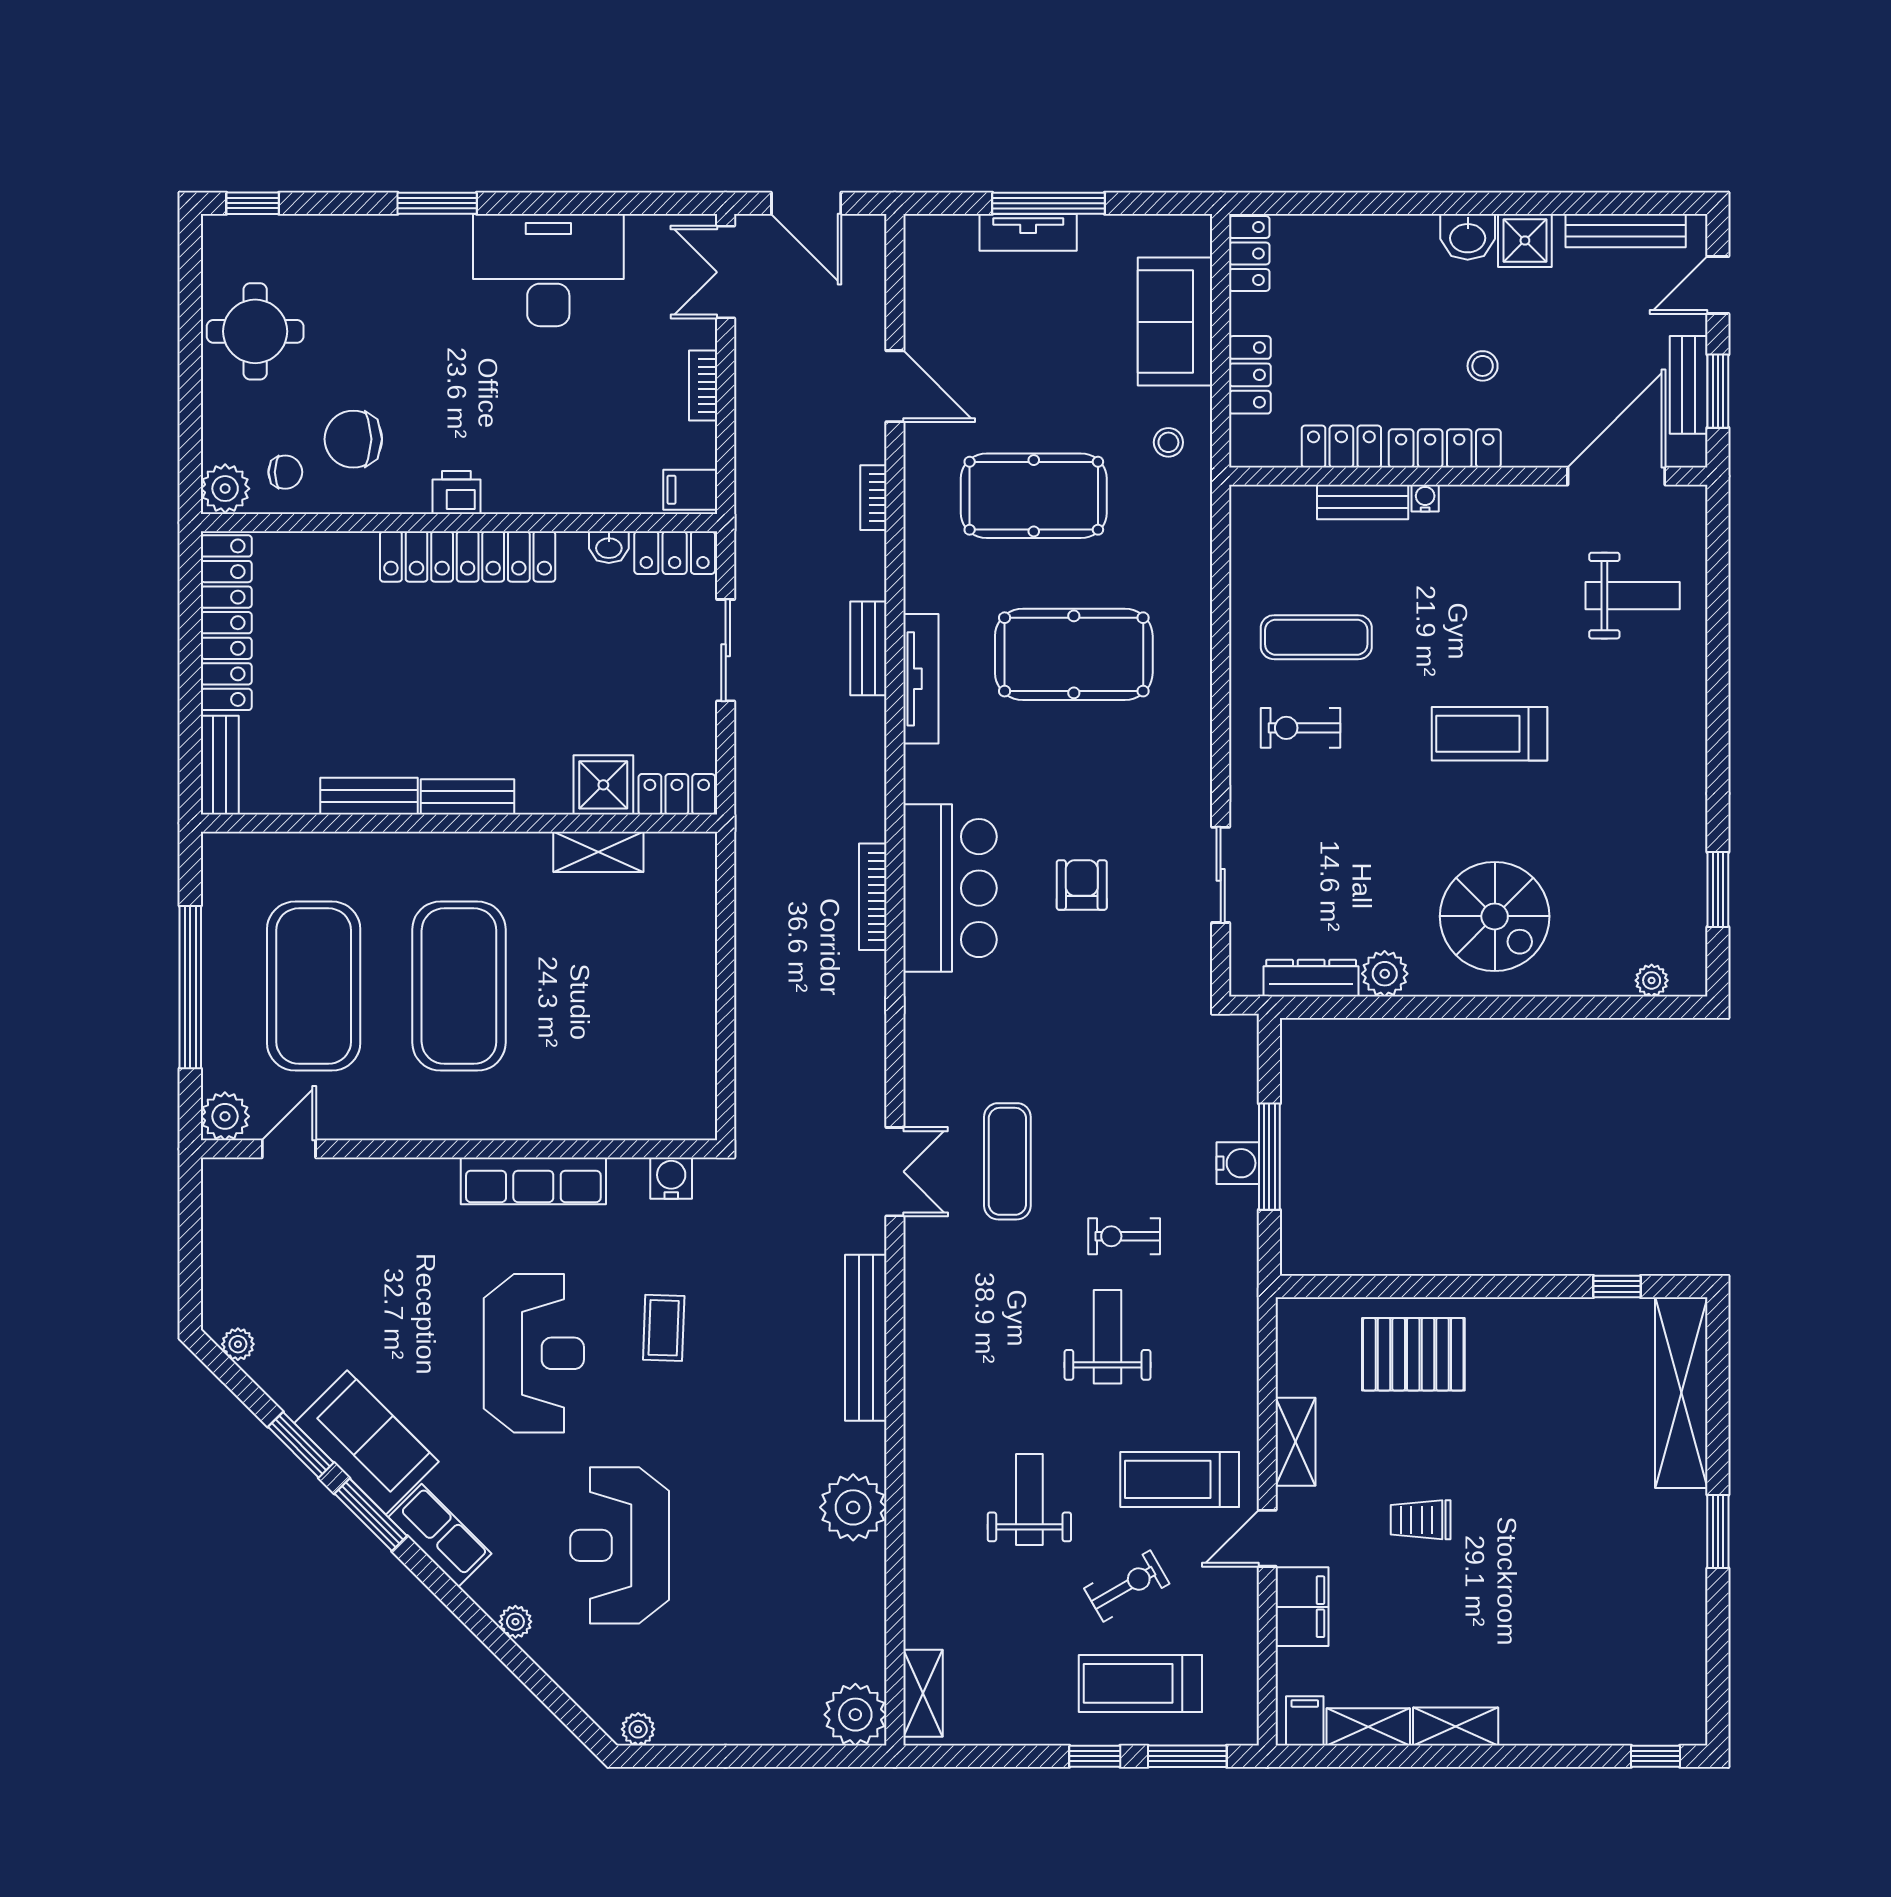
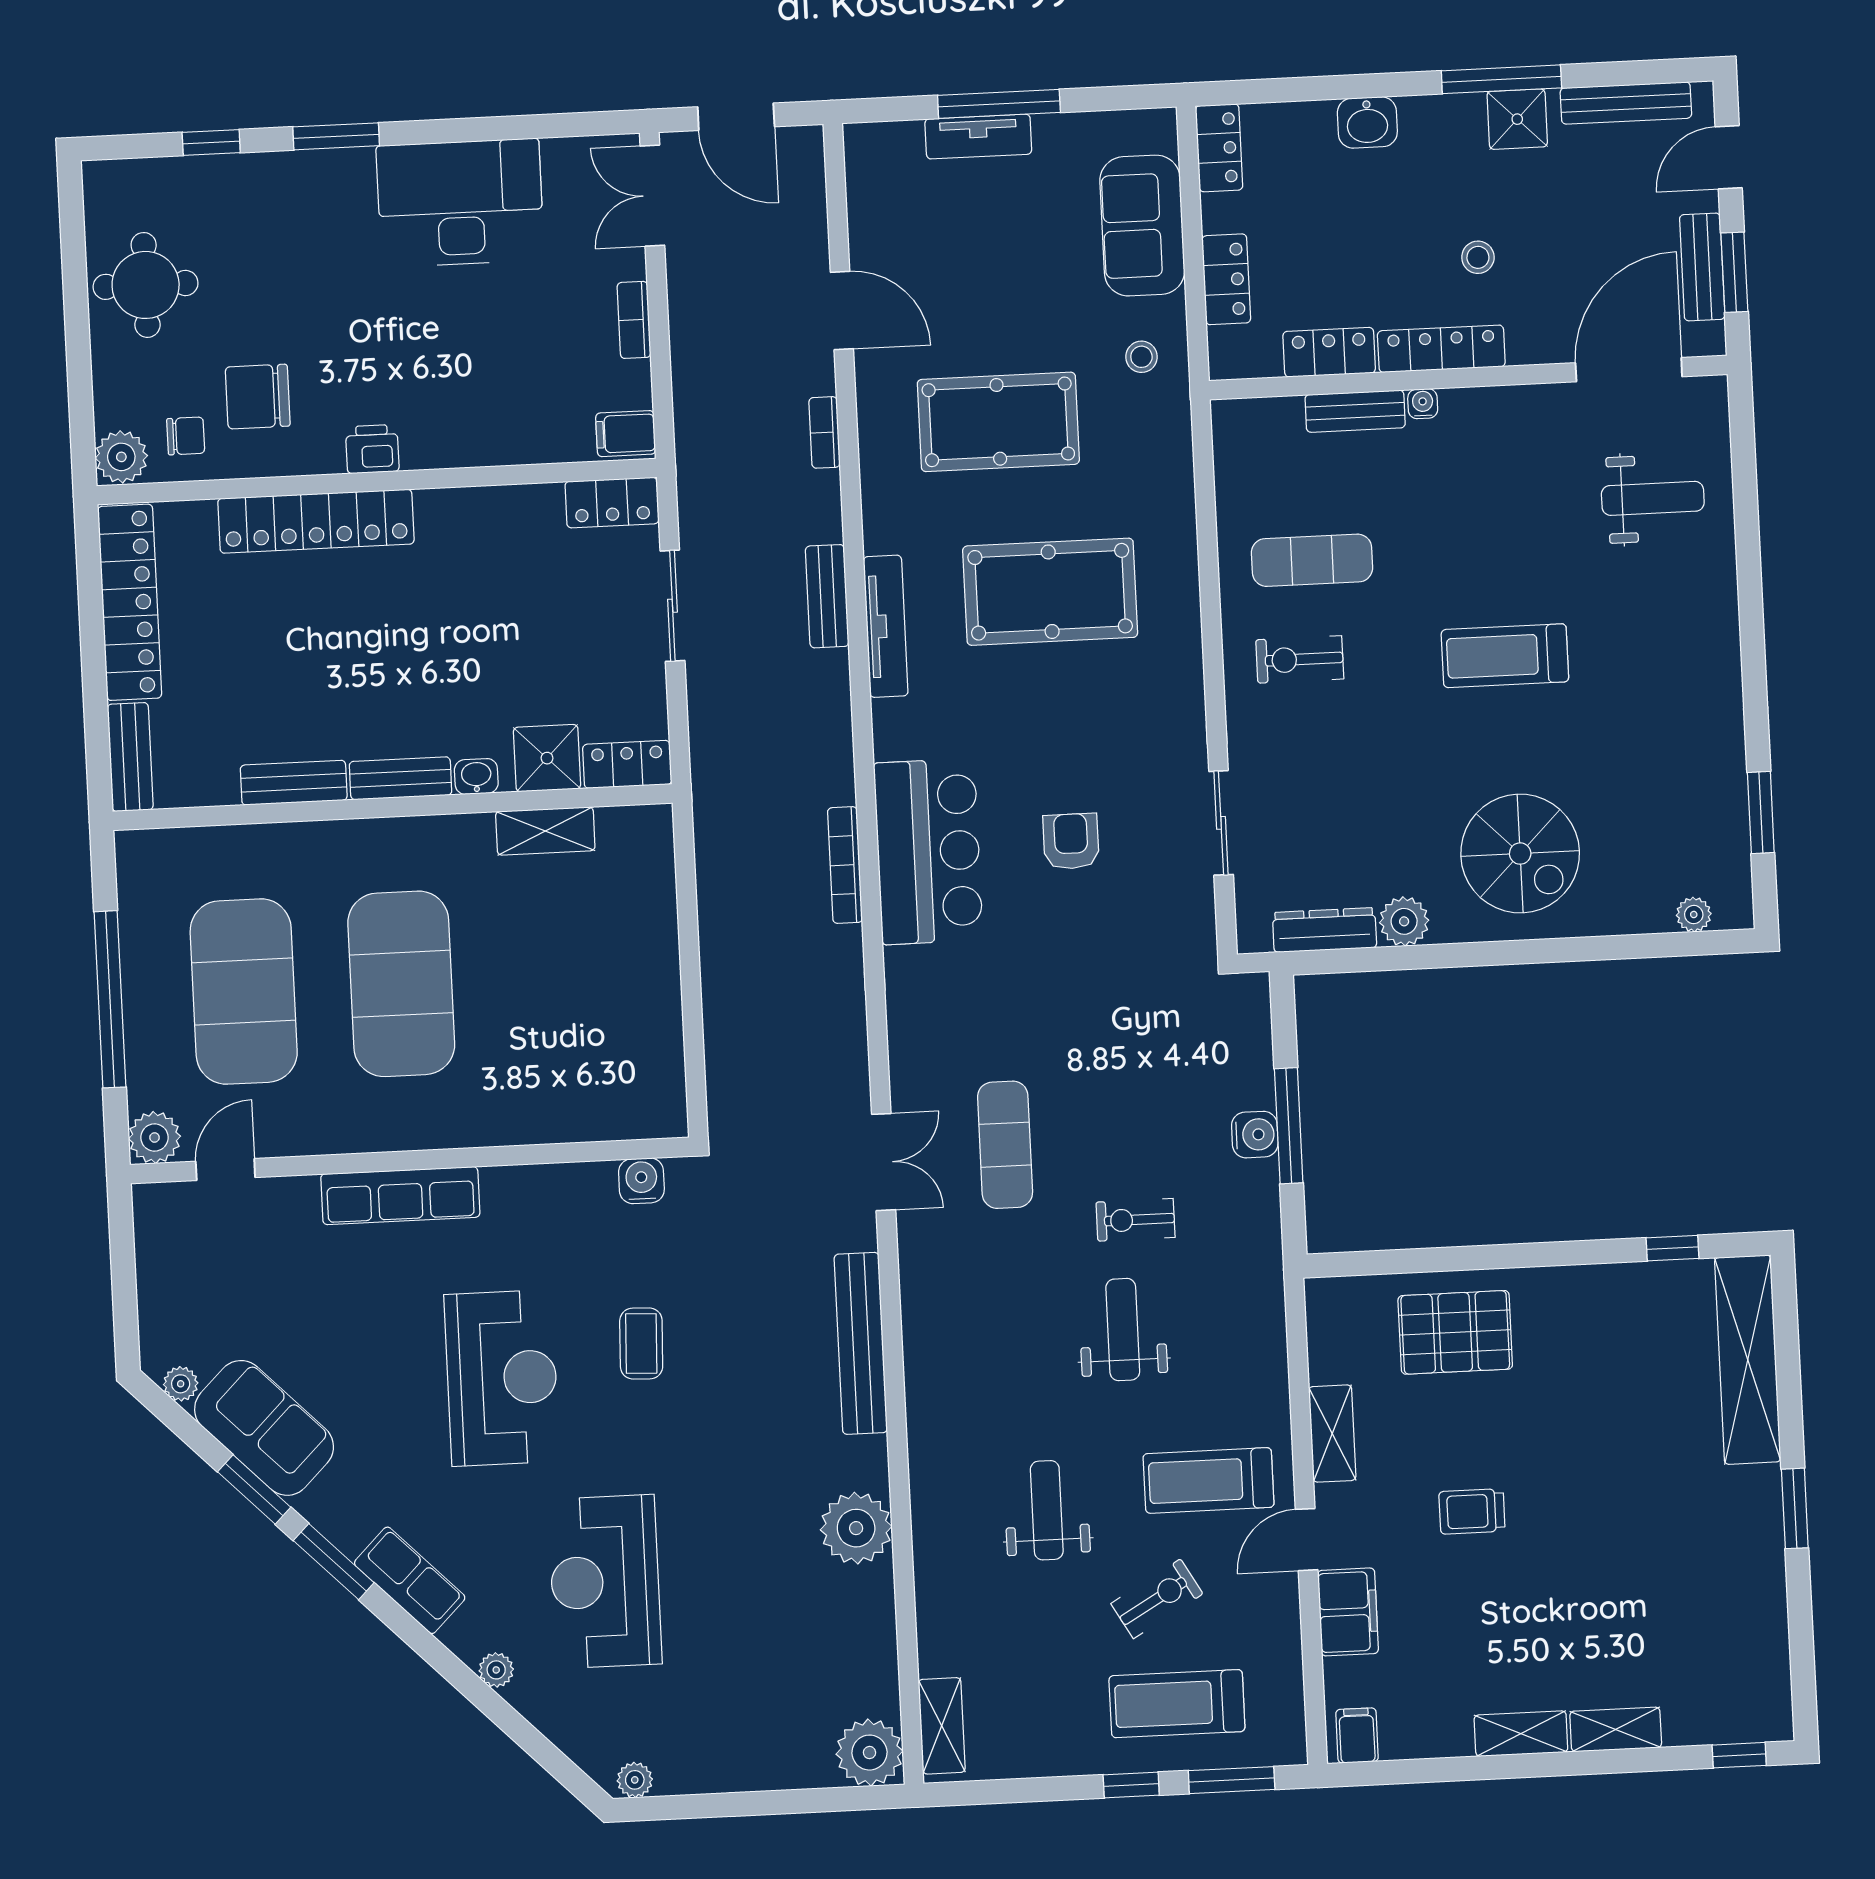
window: (253, 203) -> (211, 142), moved
window: (1512, 203) -> (1501, 79), added
washbasin: (1468, 237) -> (1367, 122), moved
washbasin: (609, 547) -> (476, 776), moved, turned 180
locker: (468, 556) -> (316, 521), moved
row of seats: (533, 1181) -> (400, 1196), moved
sofa: (366, 1442) -> (264, 1428), moved
shelving: (1368, 1727) -> (1616, 1729), moved

